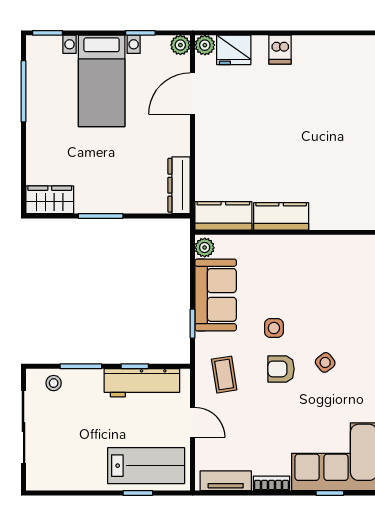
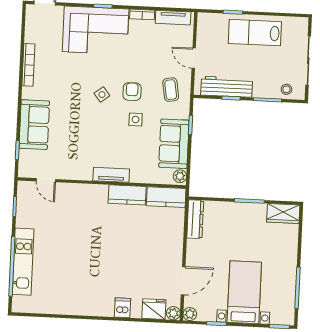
tv unit: (306, 245) -> (111, 175), added
armchair: (281, 369) -> (132, 92), turned -90
lab bench: (146, 466) -> (255, 33), moved

